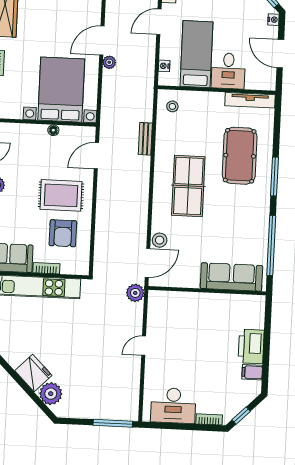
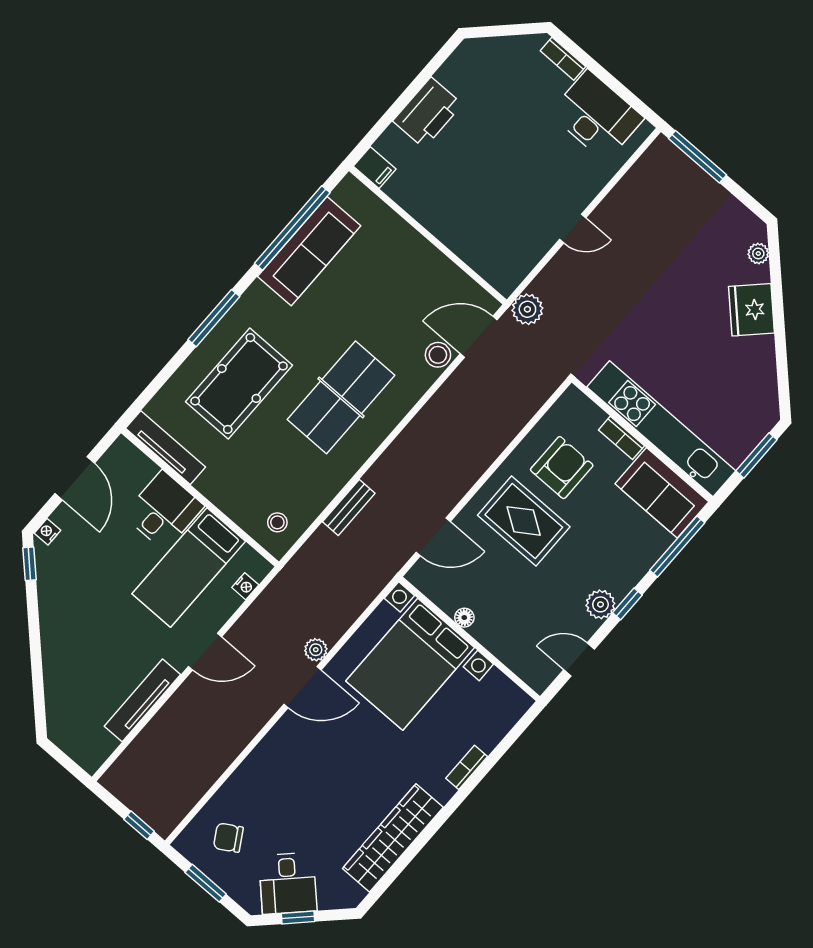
sofa: (231, 277) -> (309, 251), moved, turned -90
filing cabinet: (252, 372) -> (375, 168), moved
plant: (51, 394) -> (758, 253), width x0.53, depth x0.53
window: (241, 416) -> (515, 30), removed

